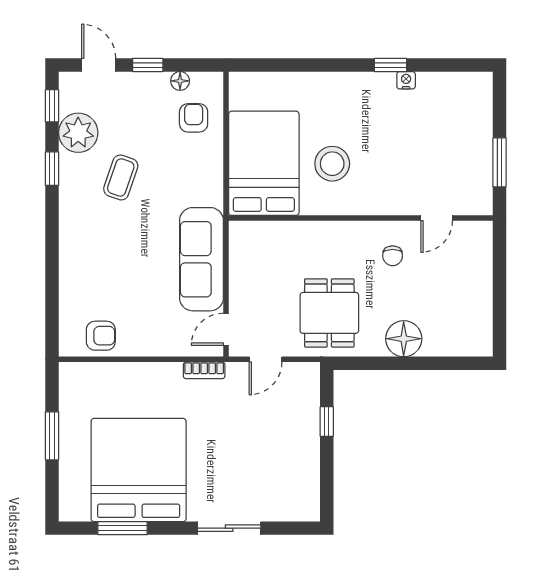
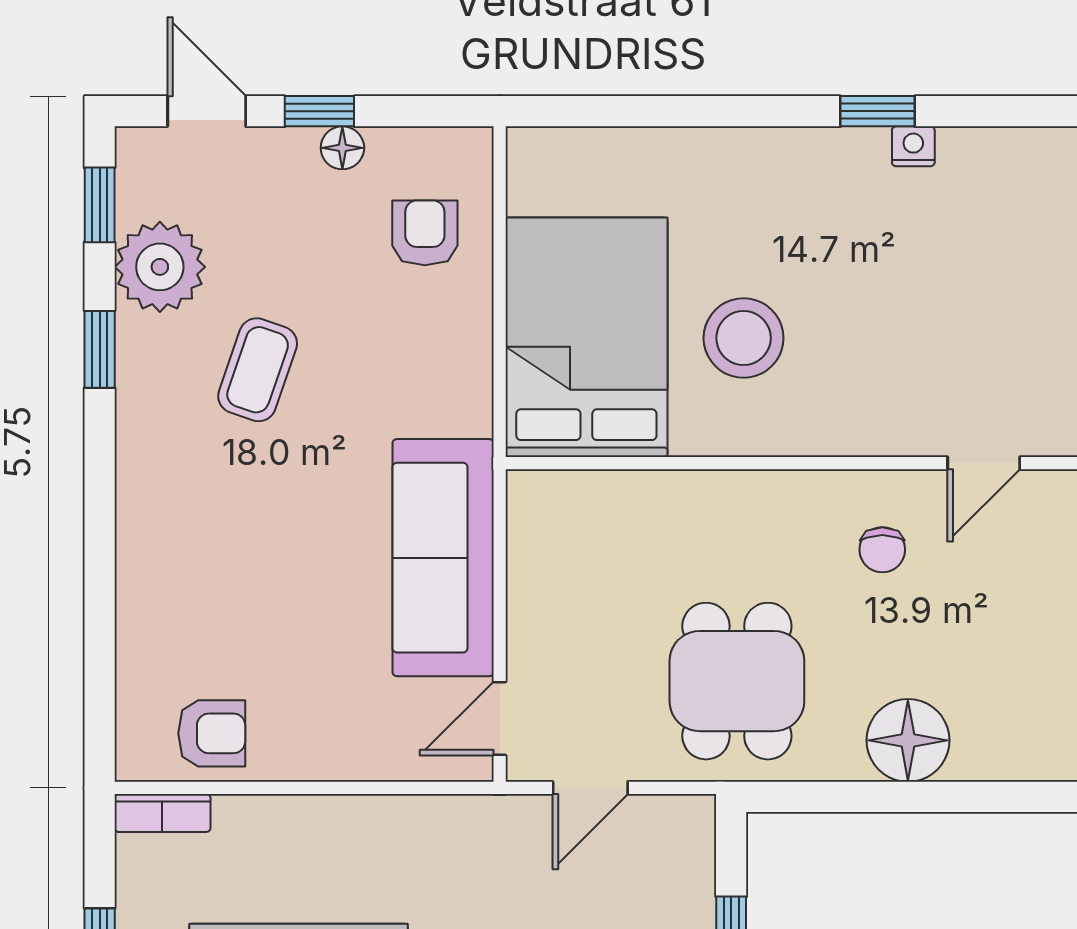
floor lamp: (180, 81) -> (342, 148), moved
bookcase: (204, 370) -> (162, 813), moved

